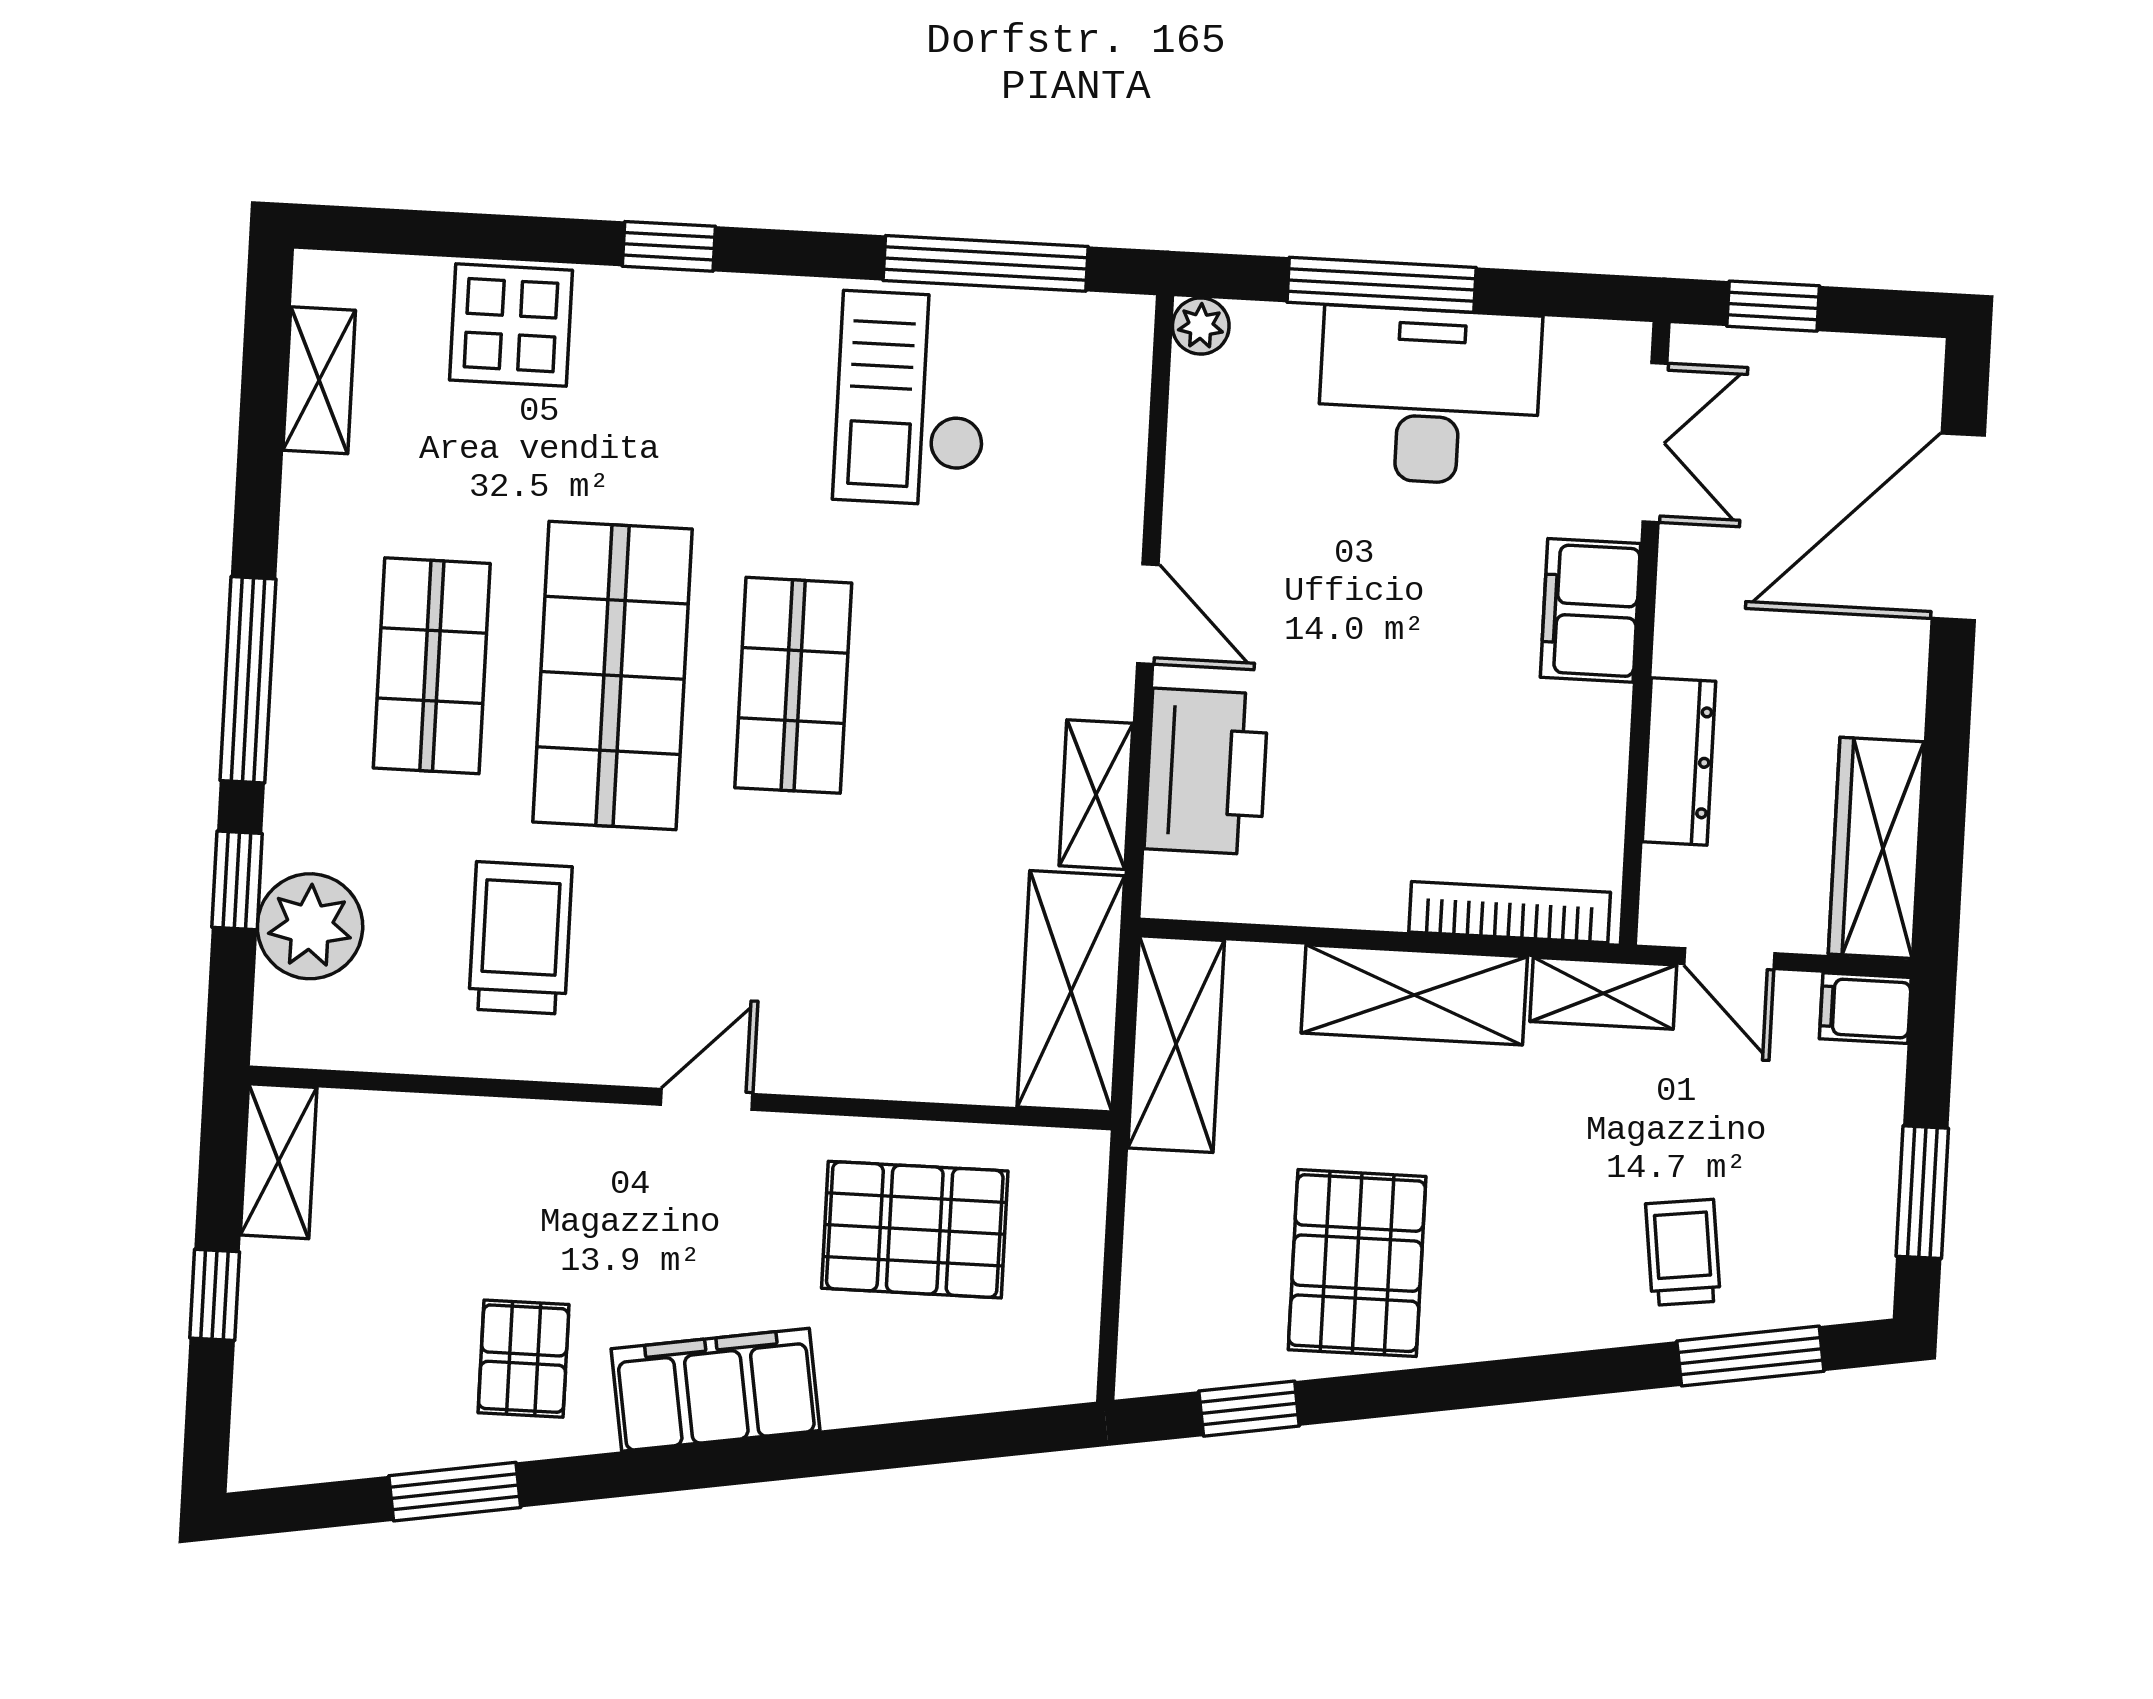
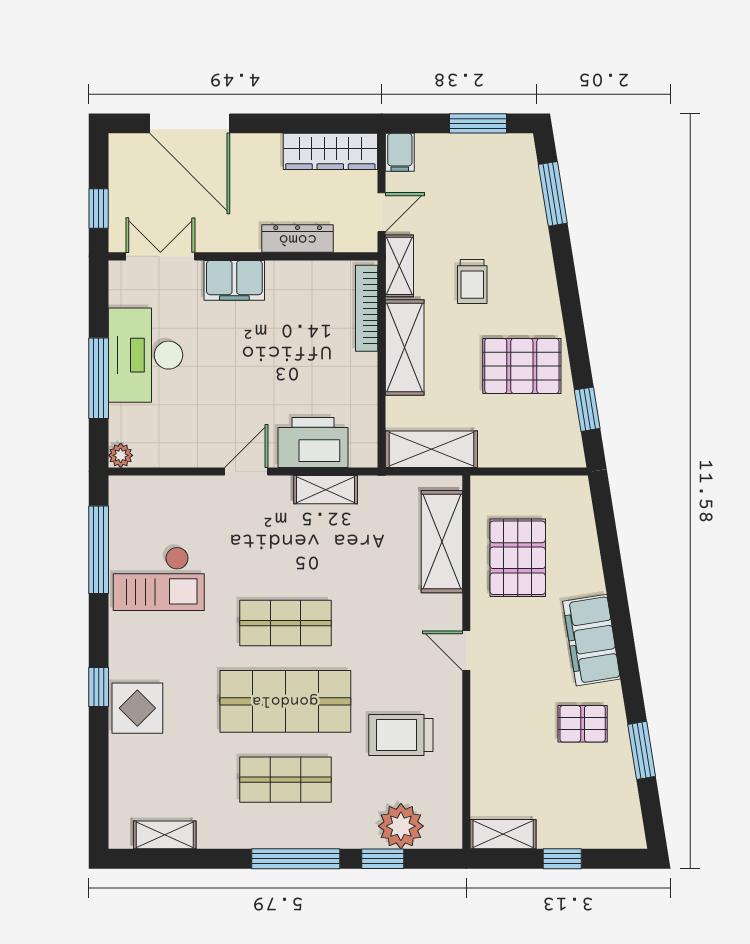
display table: (511, 325) -> (137, 708), moved
shelving: (1071, 991) -> (442, 542), moved, turned 90
trolley: (1683, 1252) -> (472, 281), moved, turned -83

